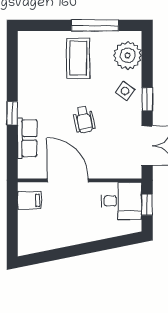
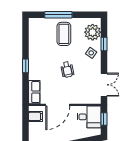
window: (95, 25) -> (58, 15), moved
window: (147, 99) -> (104, 44), moved
row of seats: (27, 138) -> (34, 92), moved
door: (68, 180) -> (58, 105), swing flipped

